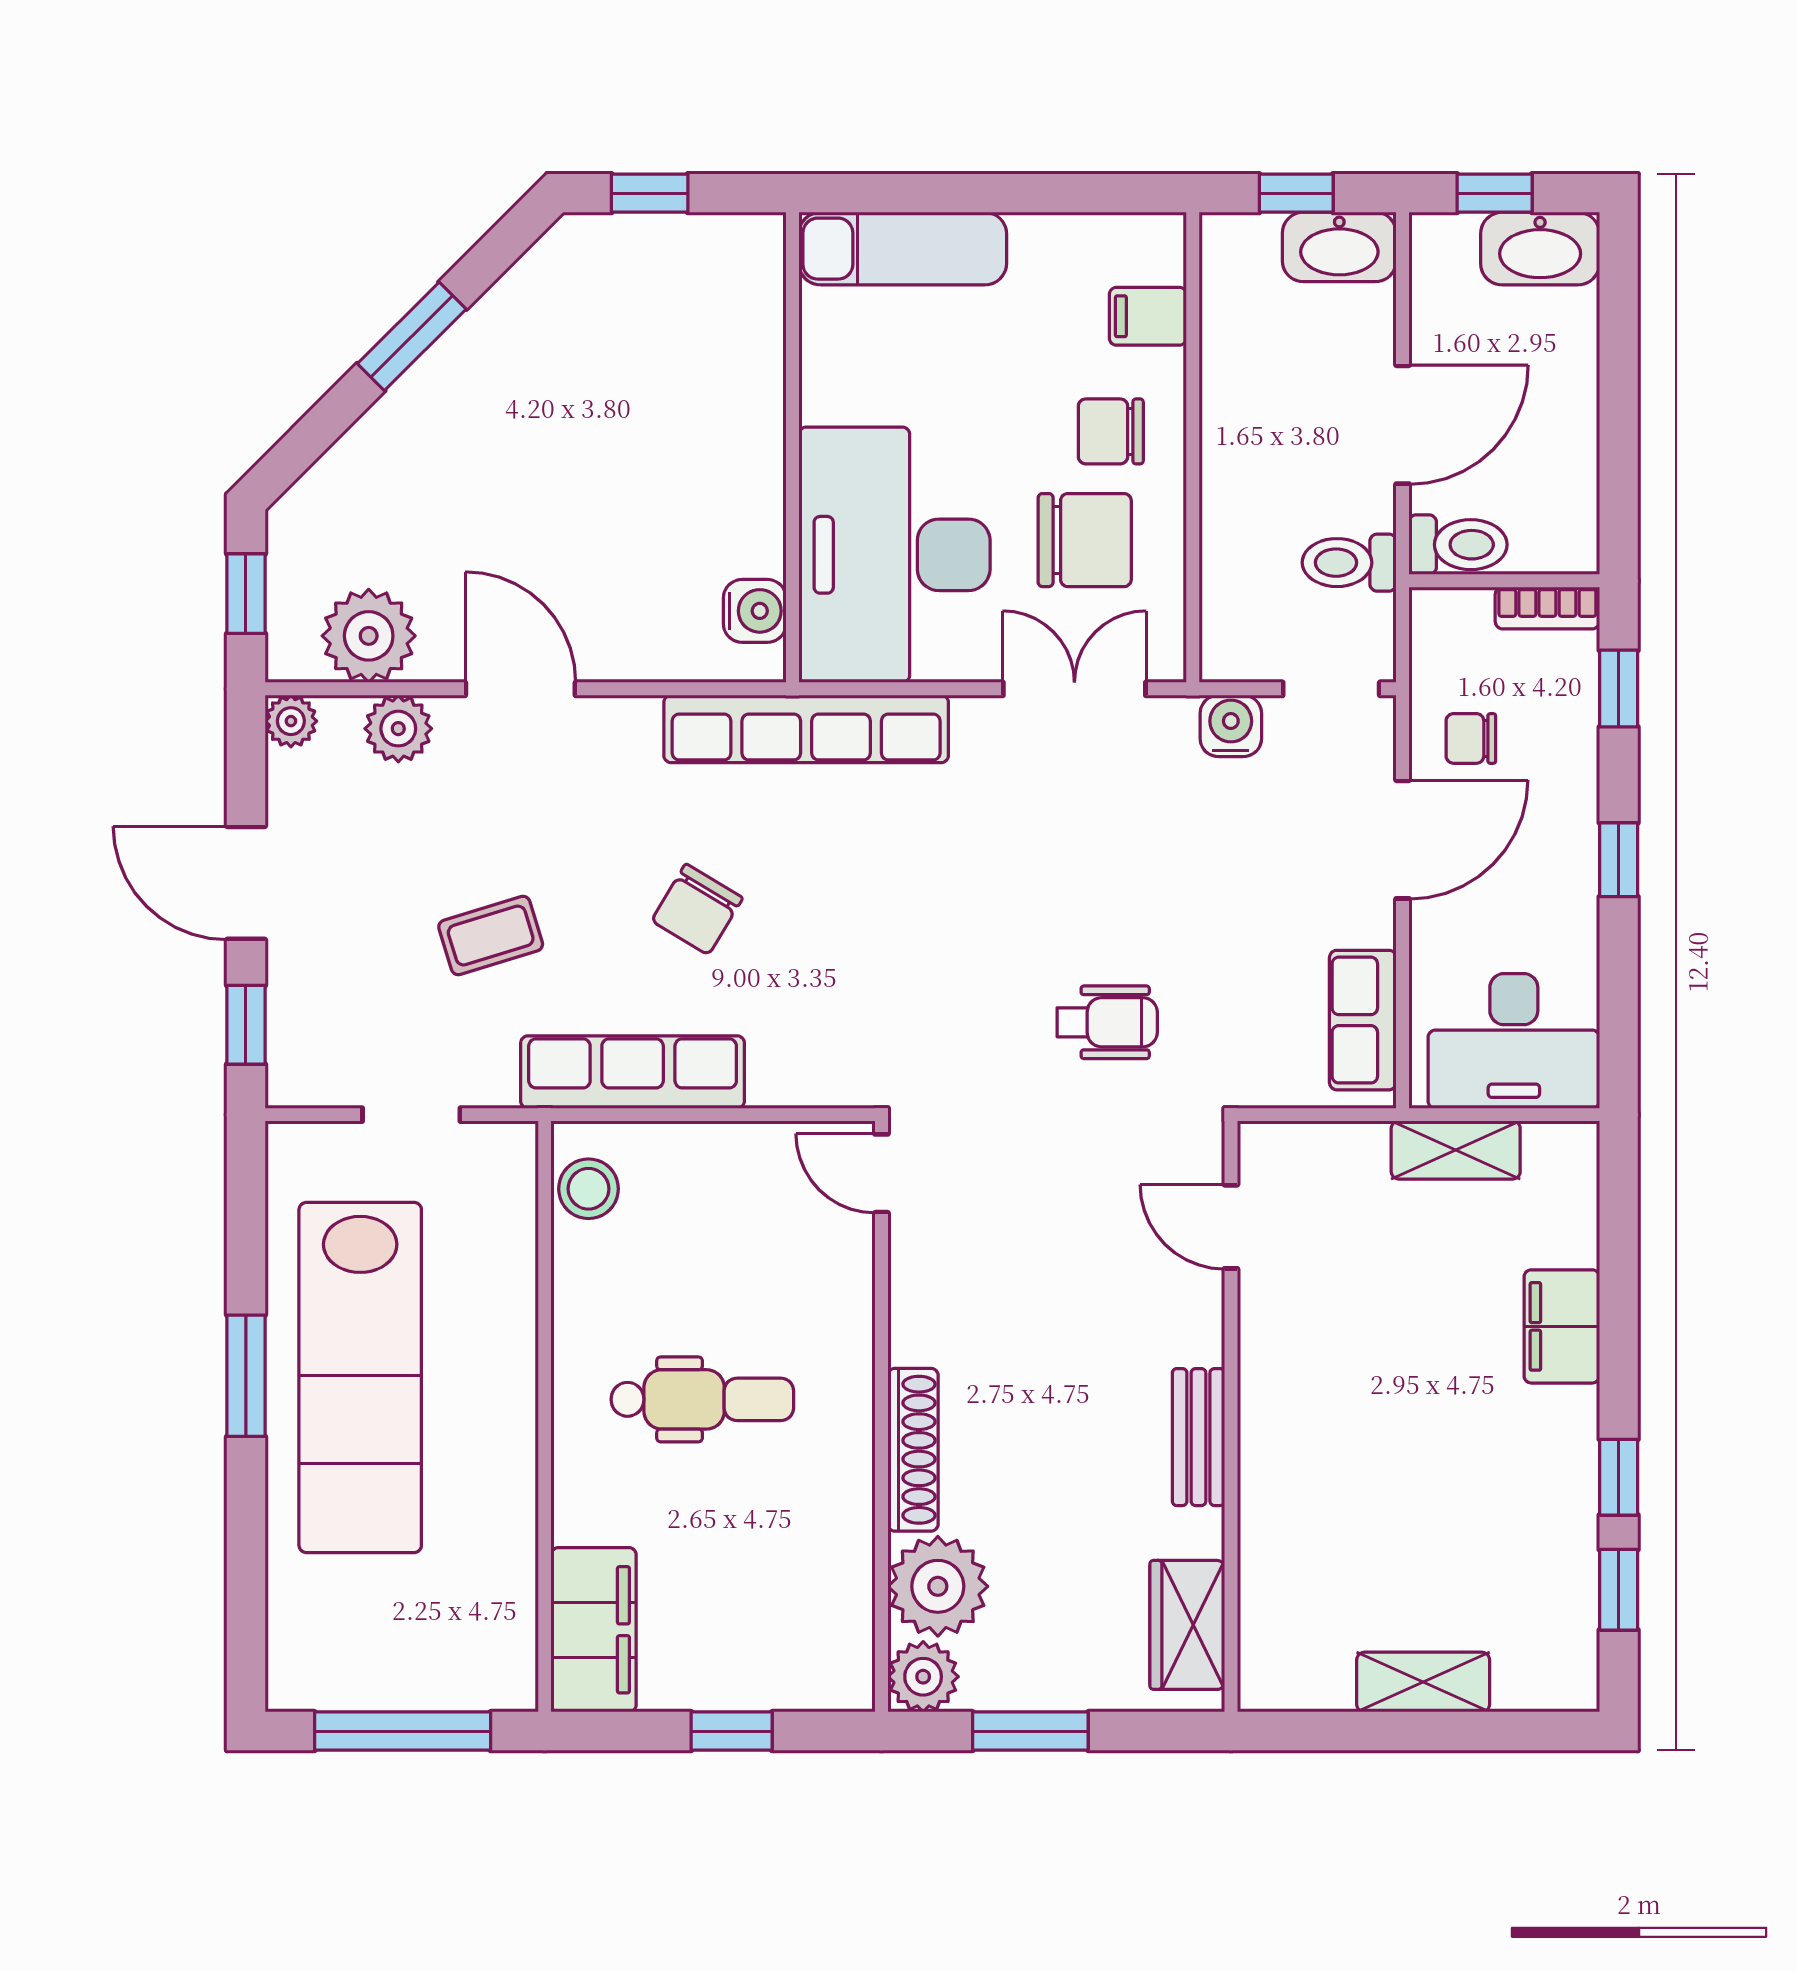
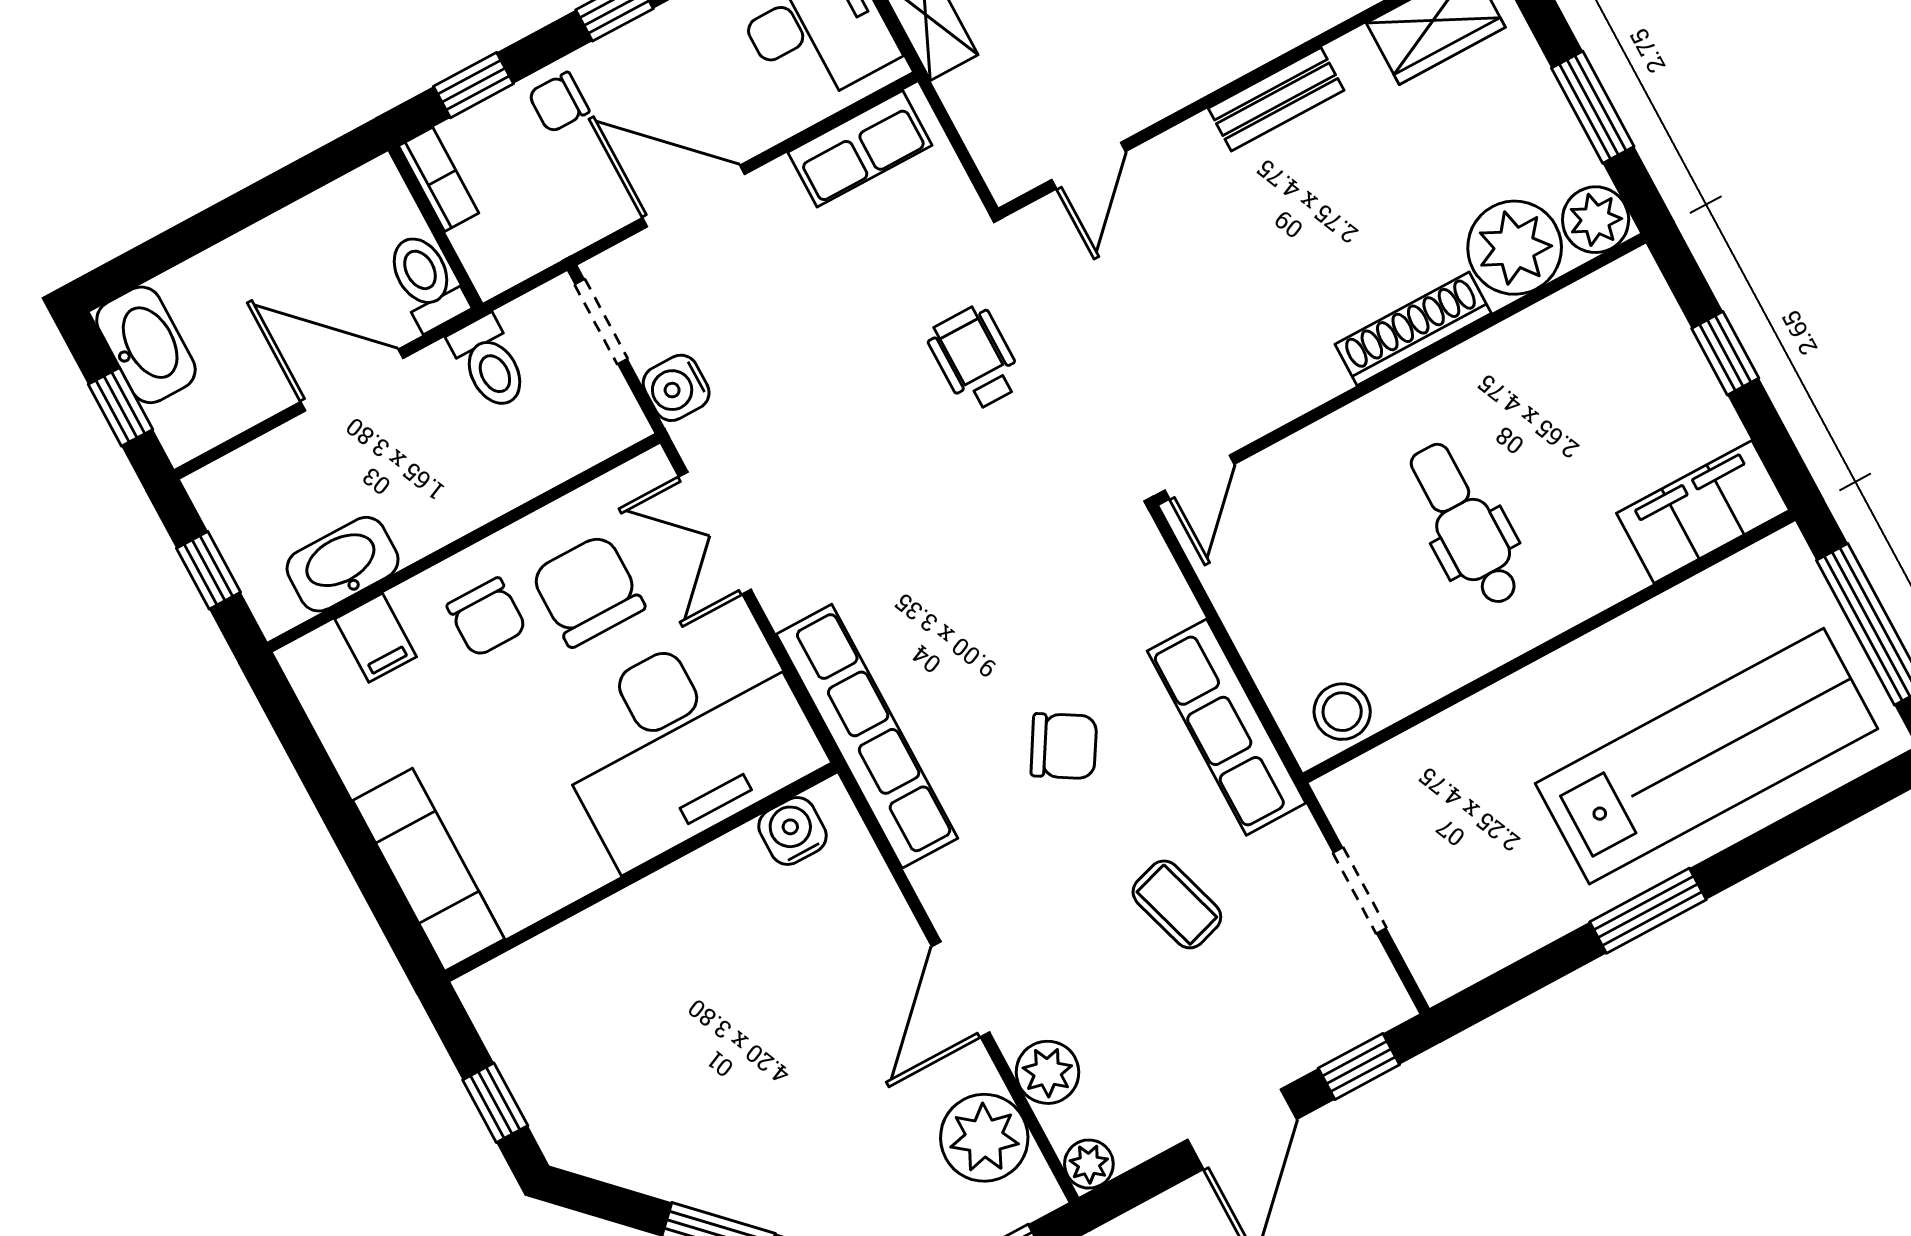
washbasin: (1339, 247) -> (343, 564), moved, turned -90
chair: (1471, 738) -> (559, 102), moved, turned 90
lab bench: (360, 1377) -> (1706, 756), moved

